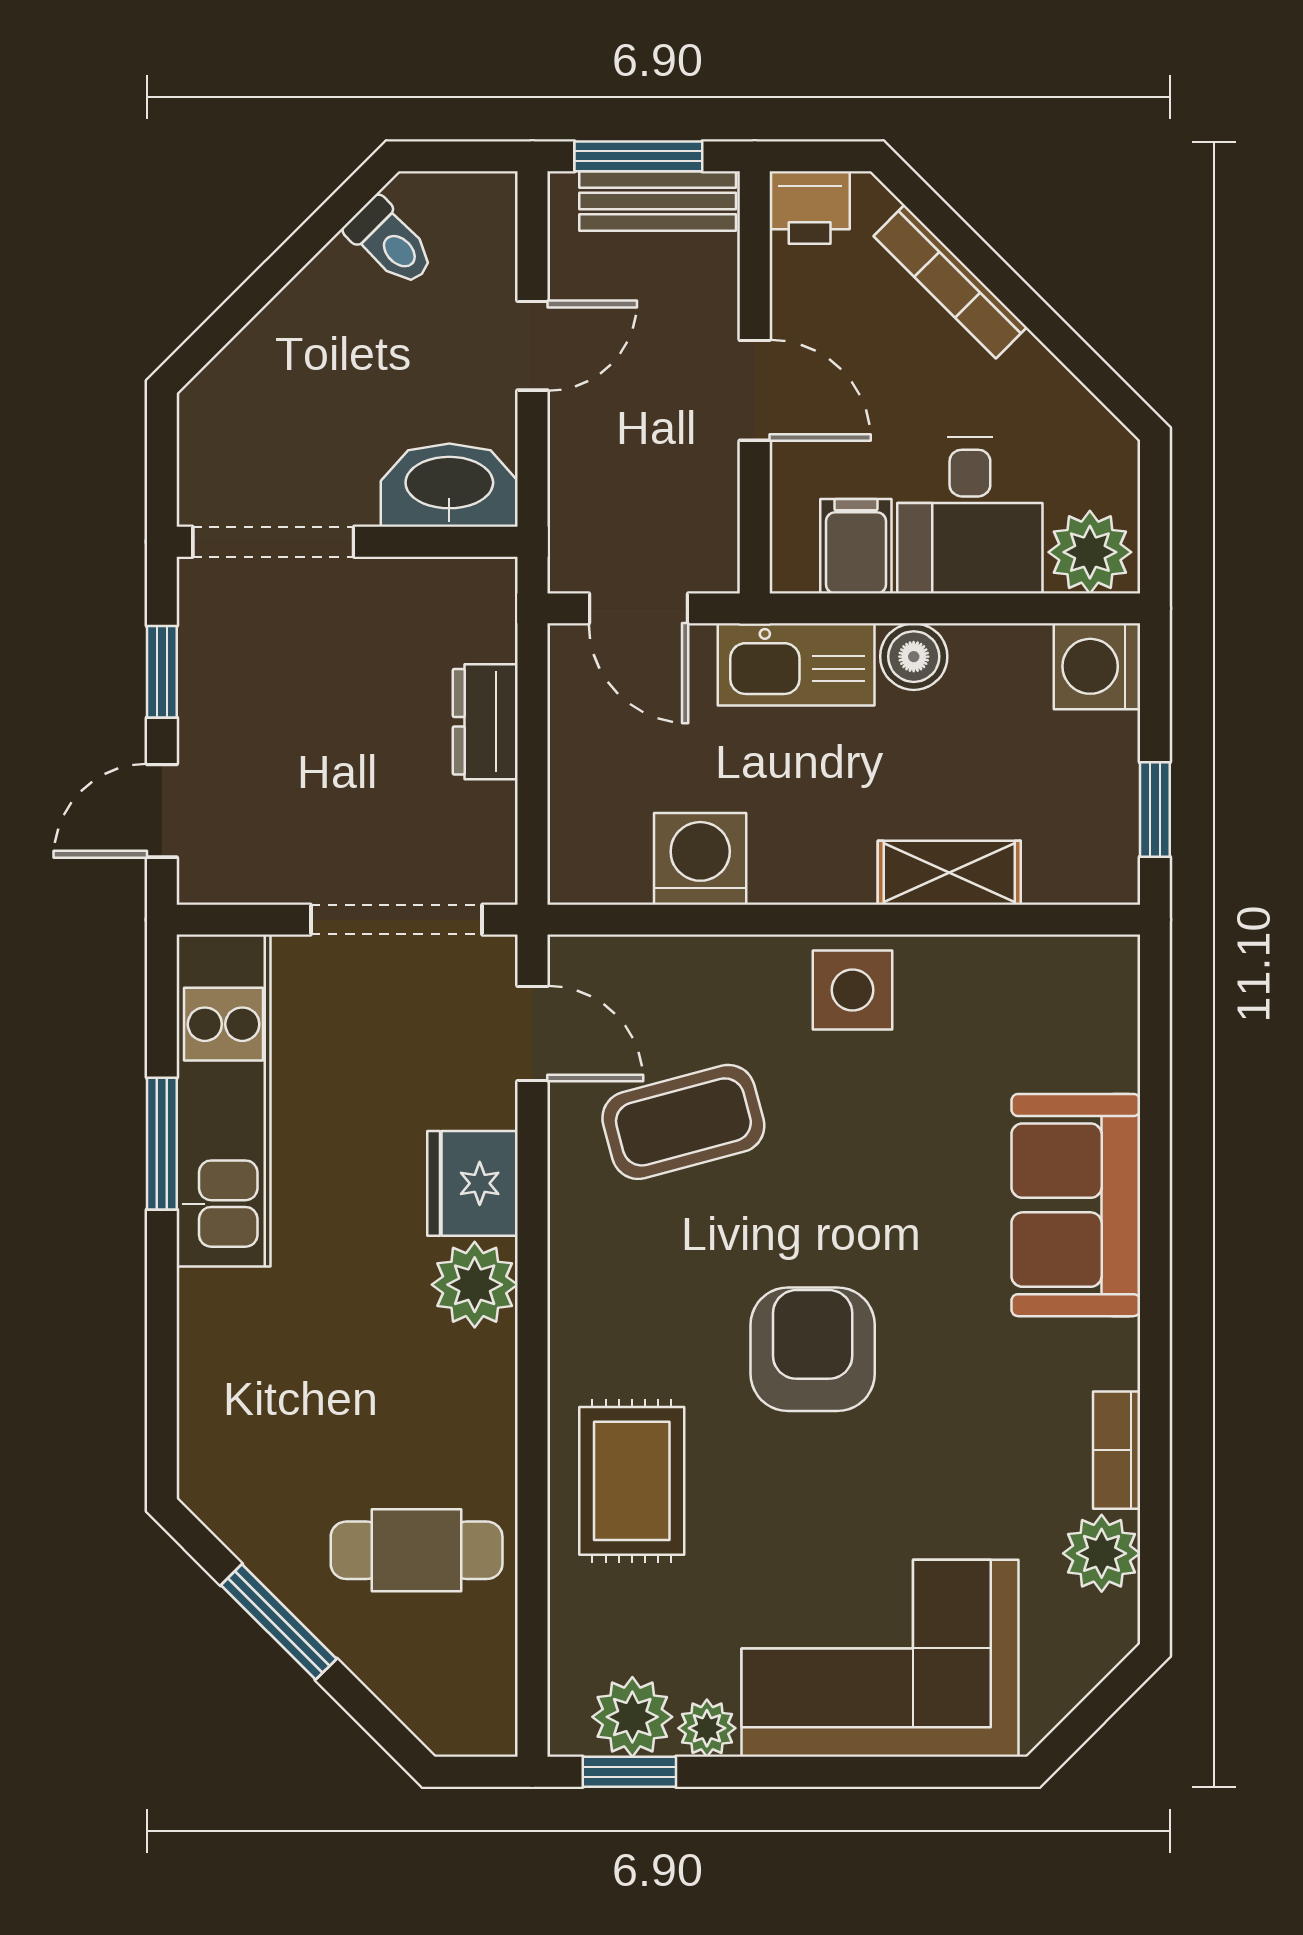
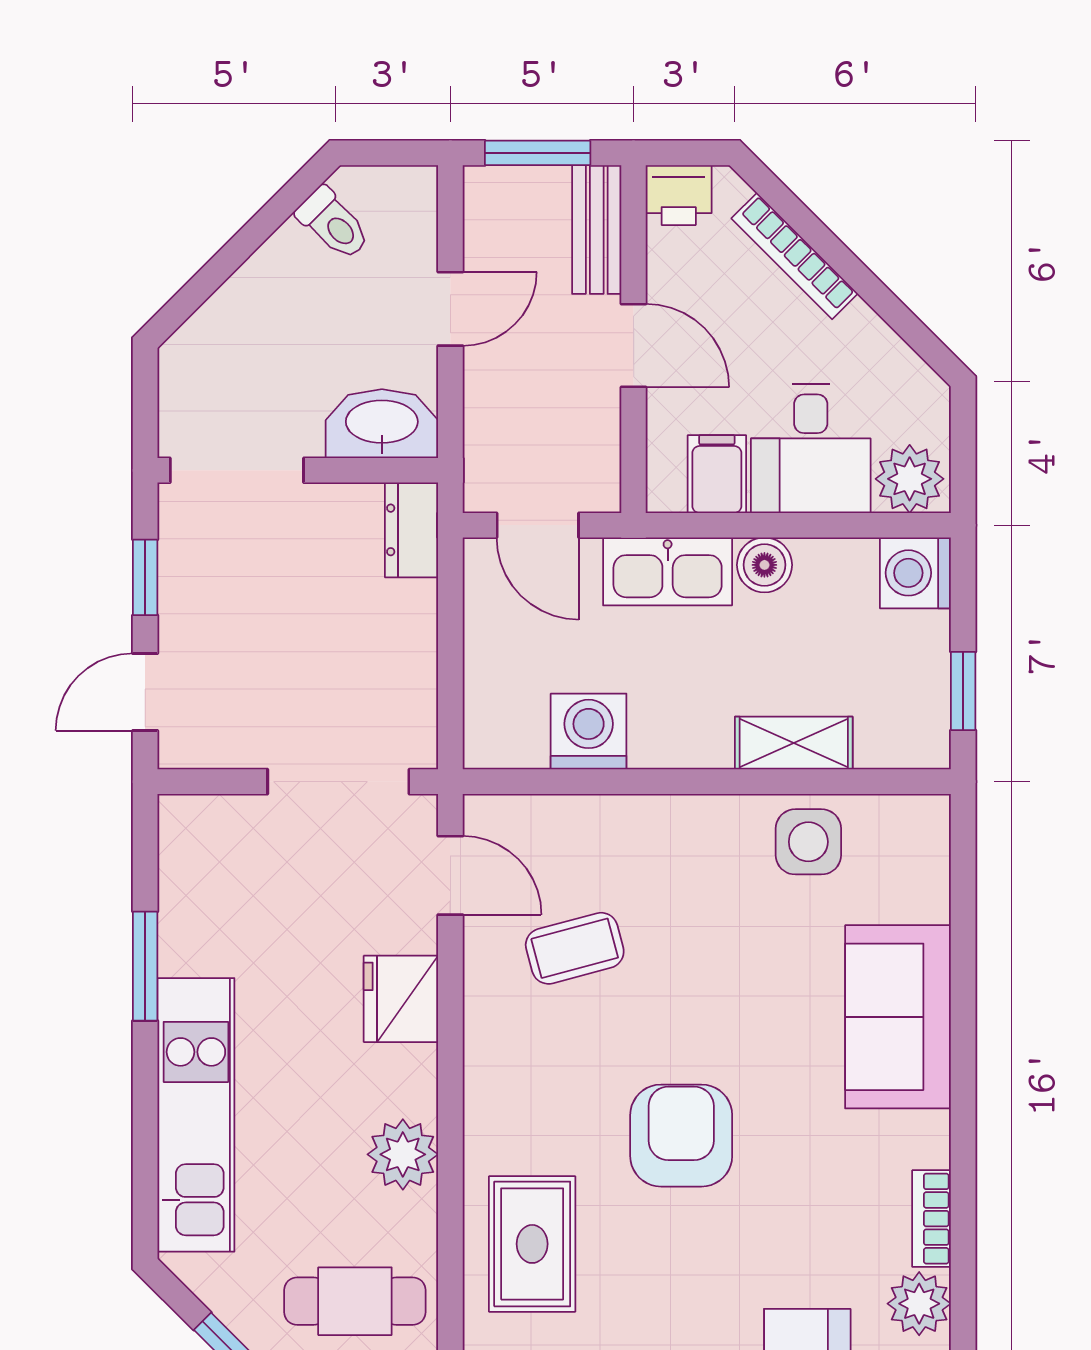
bench: (658, 201) -> (597, 229), moved, turned 90
dresser: (485, 722) -> (411, 530), moved
side table: (852, 990) -> (808, 842), moved
kitchen unit: (224, 1101) -> (196, 1115), moved
coffee table: (683, 1122) -> (575, 948), width x0.73, depth x0.77
plant: (475, 1285) -> (403, 1154), moved

